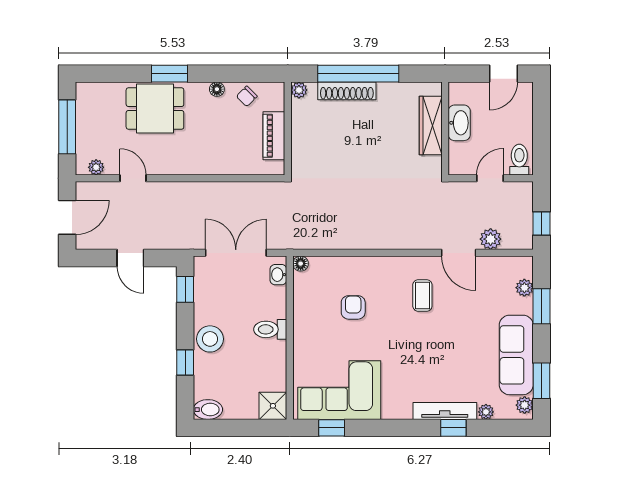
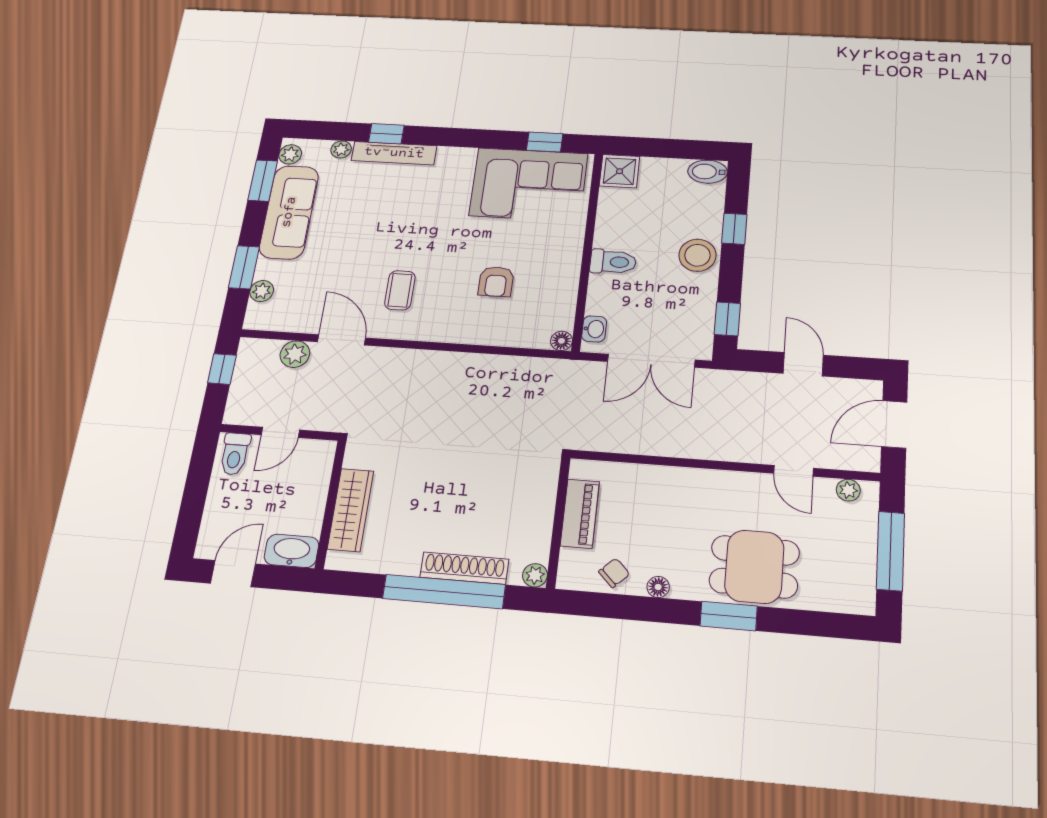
washbasin: (459, 123) -> (291, 551), moved, turned 90

